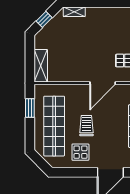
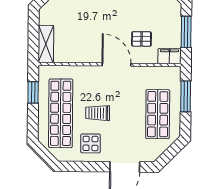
door: (103, 83) -> (117, 65), swing flipped
trolley: (86, 126) -> (98, 113), turned -90

